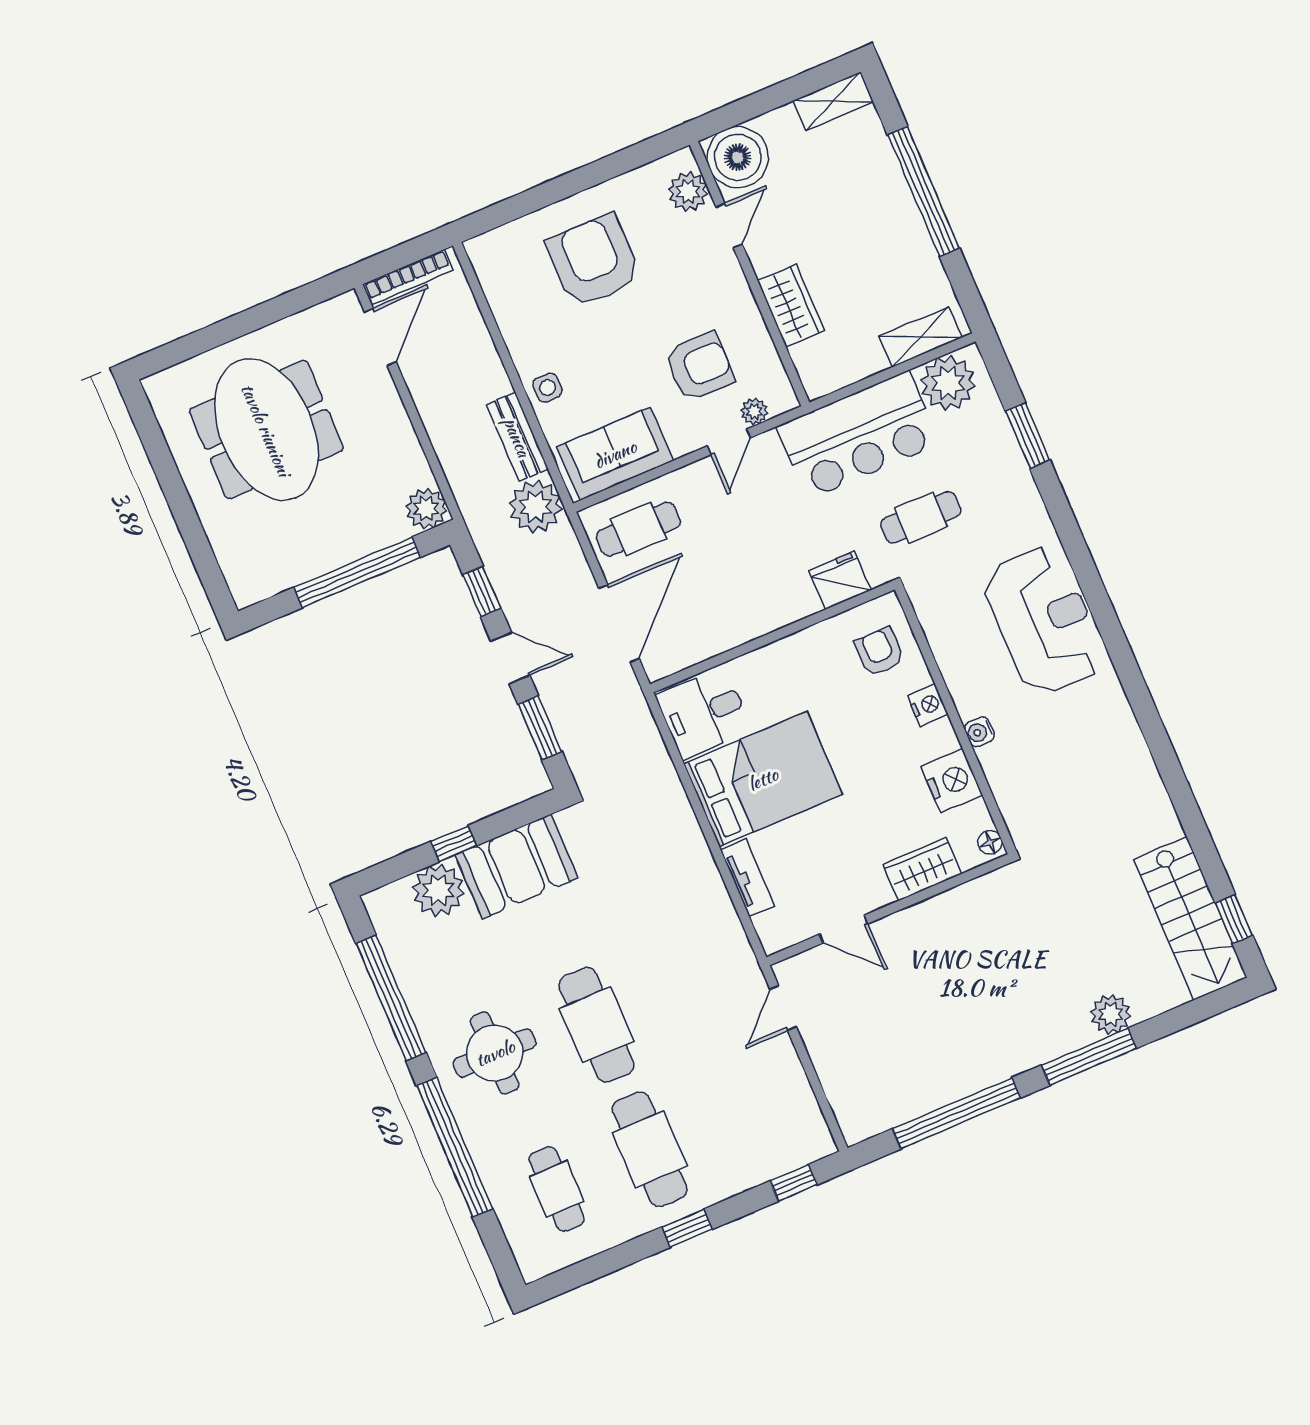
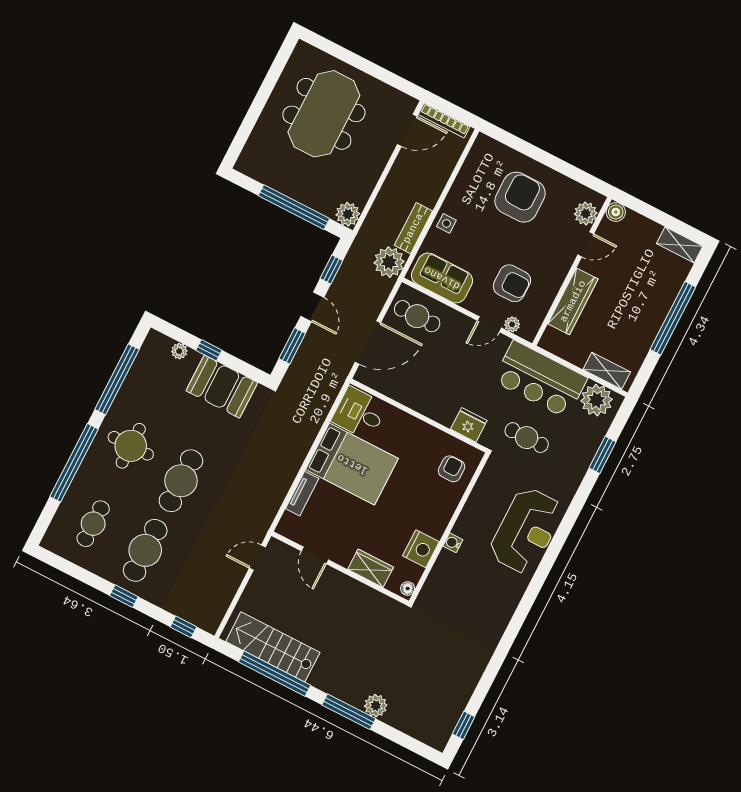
boiler: (738, 157) -> (616, 212), width x0.54, depth x0.54
wardrobe: (791, 306) -> (573, 301), width x1.50
nightstand: (928, 705) -> (446, 510), removed
plant: (438, 890) -> (179, 351), width x0.53, depth x0.53
stairs: (1190, 918) -> (273, 647), moved, turned 90

